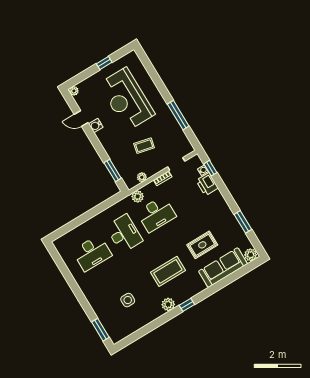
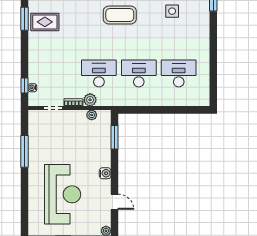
water cooler: (96, 125) -> (105, 173), moved
coffee table: (144, 146) -> (72, 142), removed
printer: (207, 184) -> (36, 73), removed
plant: (138, 196) -> (90, 100), moved
desk: (124, 234) -> (139, 73), turned 90
rug: (202, 245) -> (45, 22), moved

